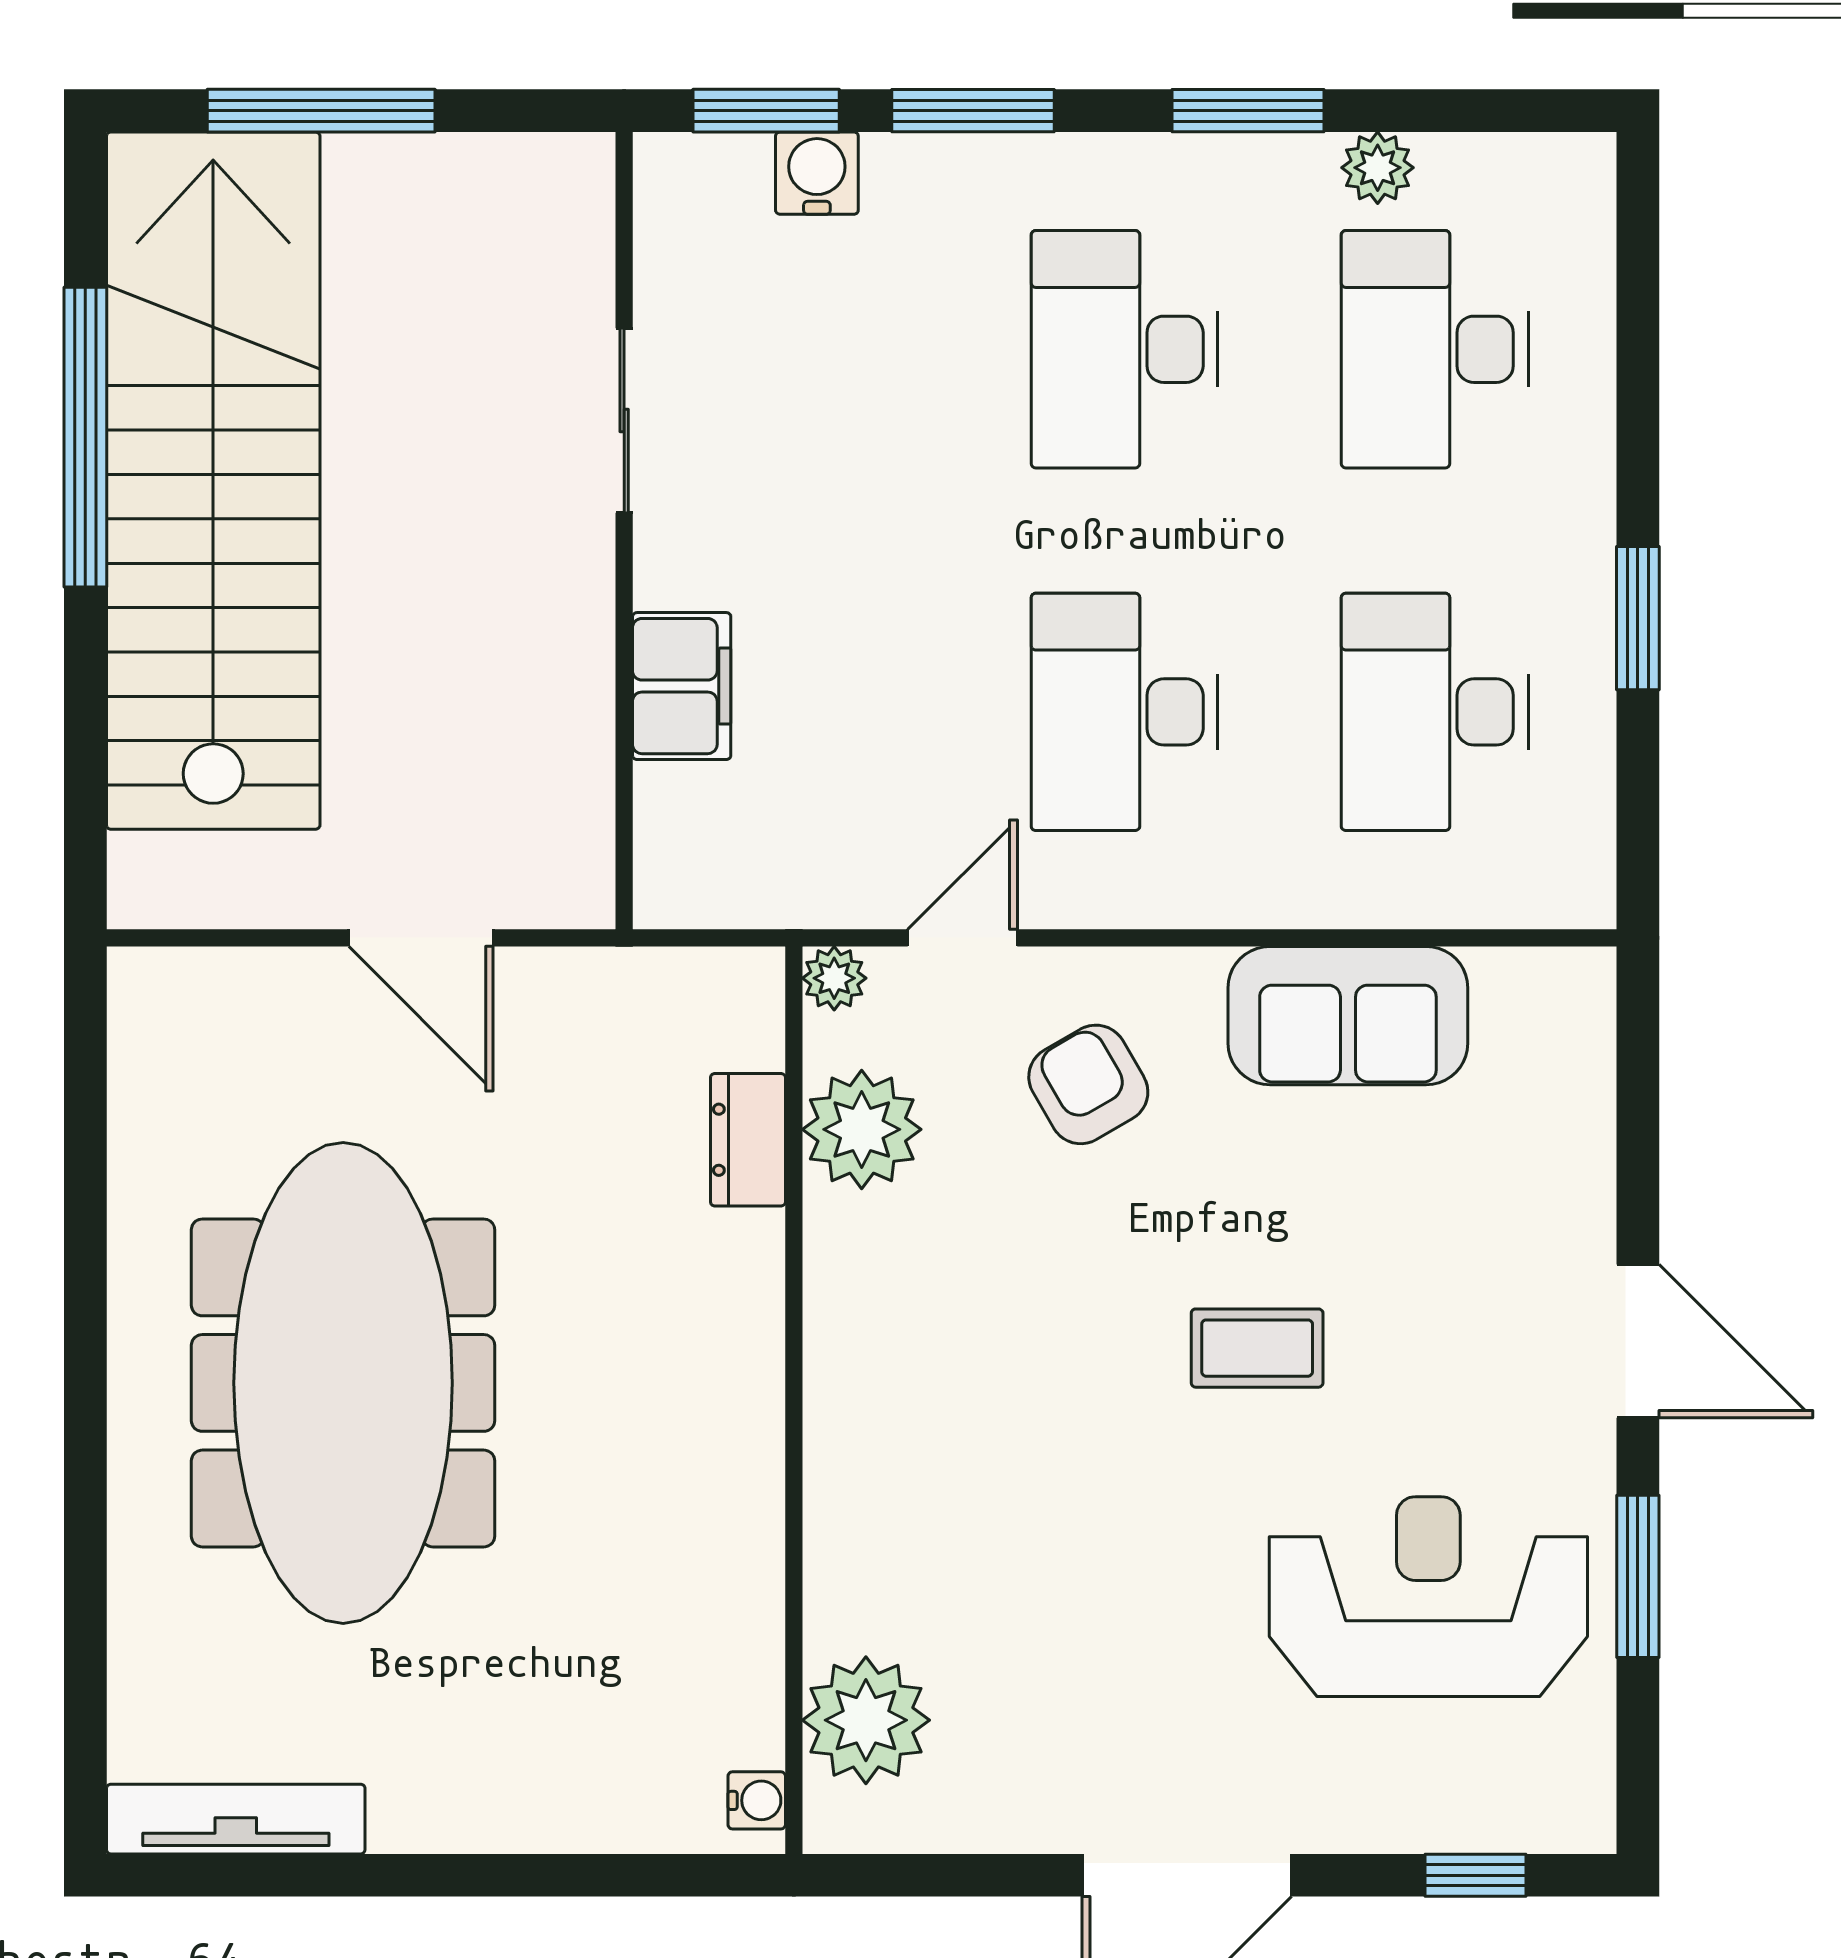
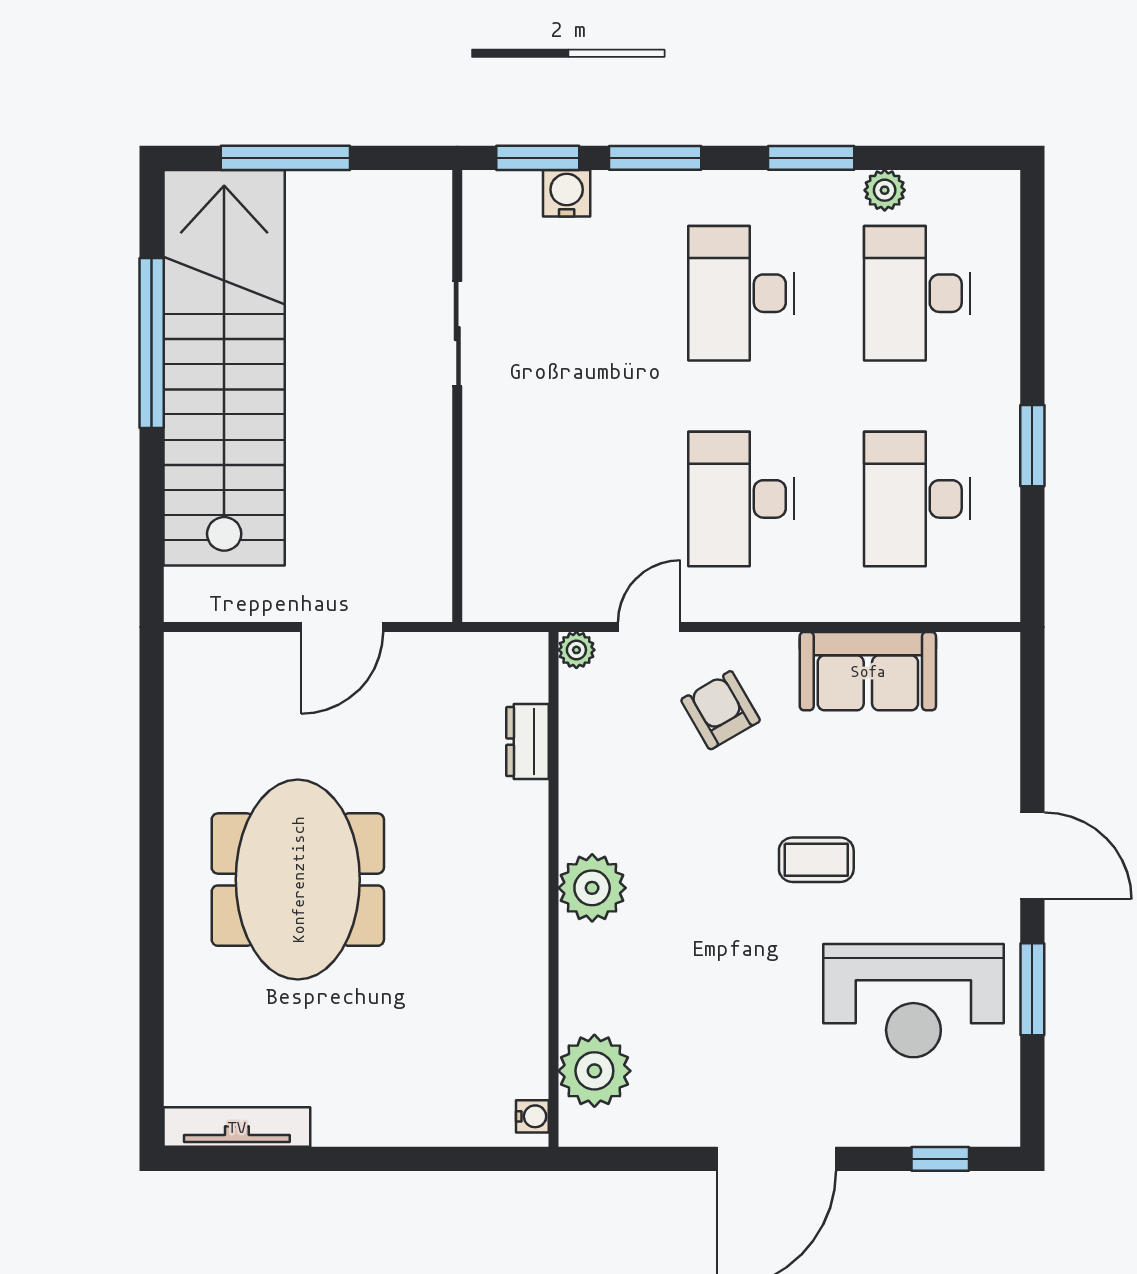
filing cabinet: (682, 686) -> (490, 484), removed
door: (421, 938) -> (342, 627), hinge flipped
plant: (862, 1129) -> (592, 888), moved
meeting table: (343, 1383) -> (298, 880), width x0.73
reception desk: (1428, 1597) -> (913, 1001), turned 180

